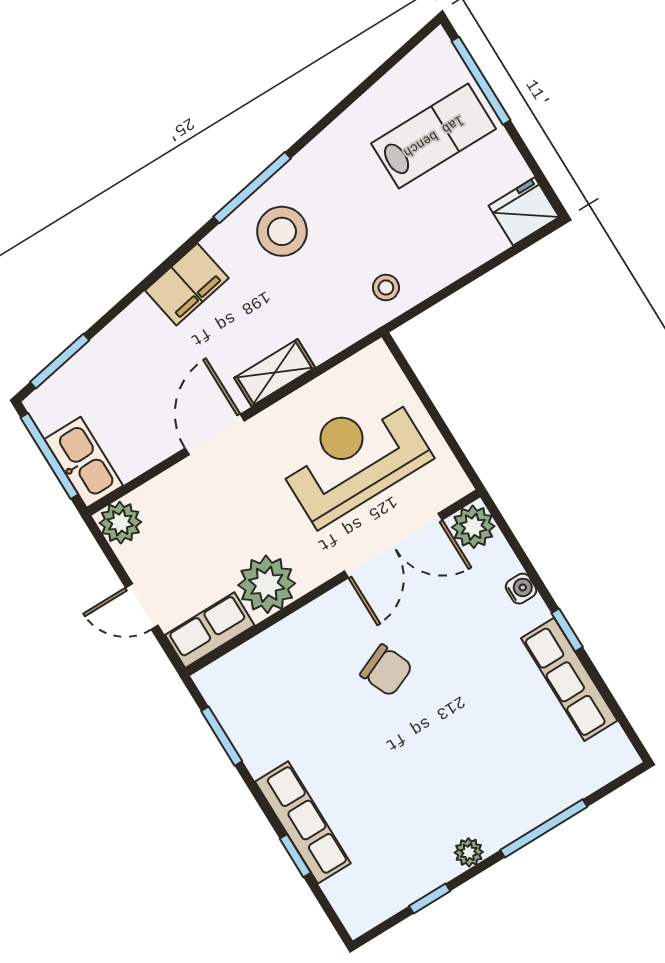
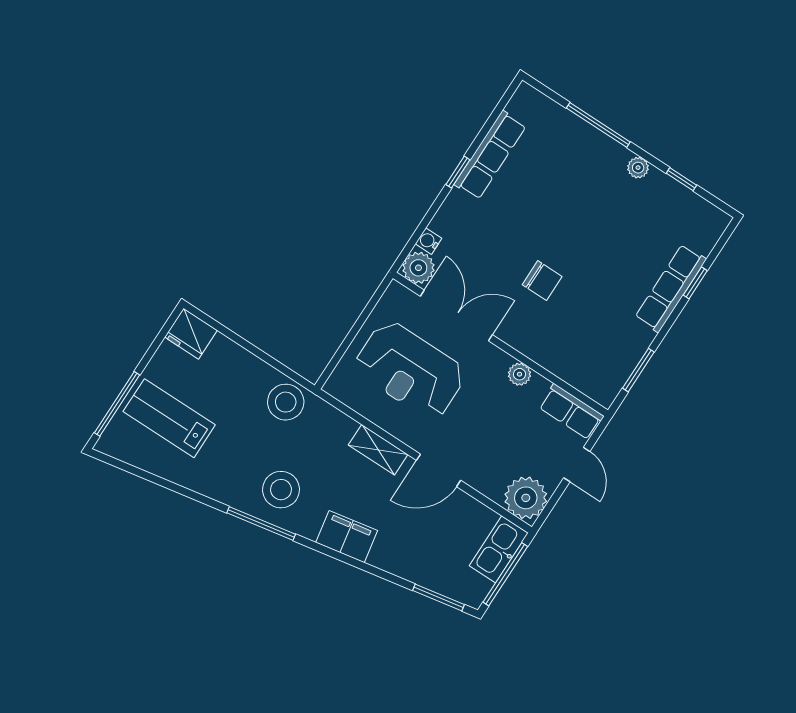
stool: (386, 288) -> (286, 402), width x1.89, depth x1.89
plant: (120, 523) -> (526, 498), width x1.36, depth x1.36
plant: (267, 584) -> (519, 374), width x0.53, depth x0.53
water cooler: (521, 589) -> (428, 241), moved
chair: (386, 670) -> (542, 281), turned 113

